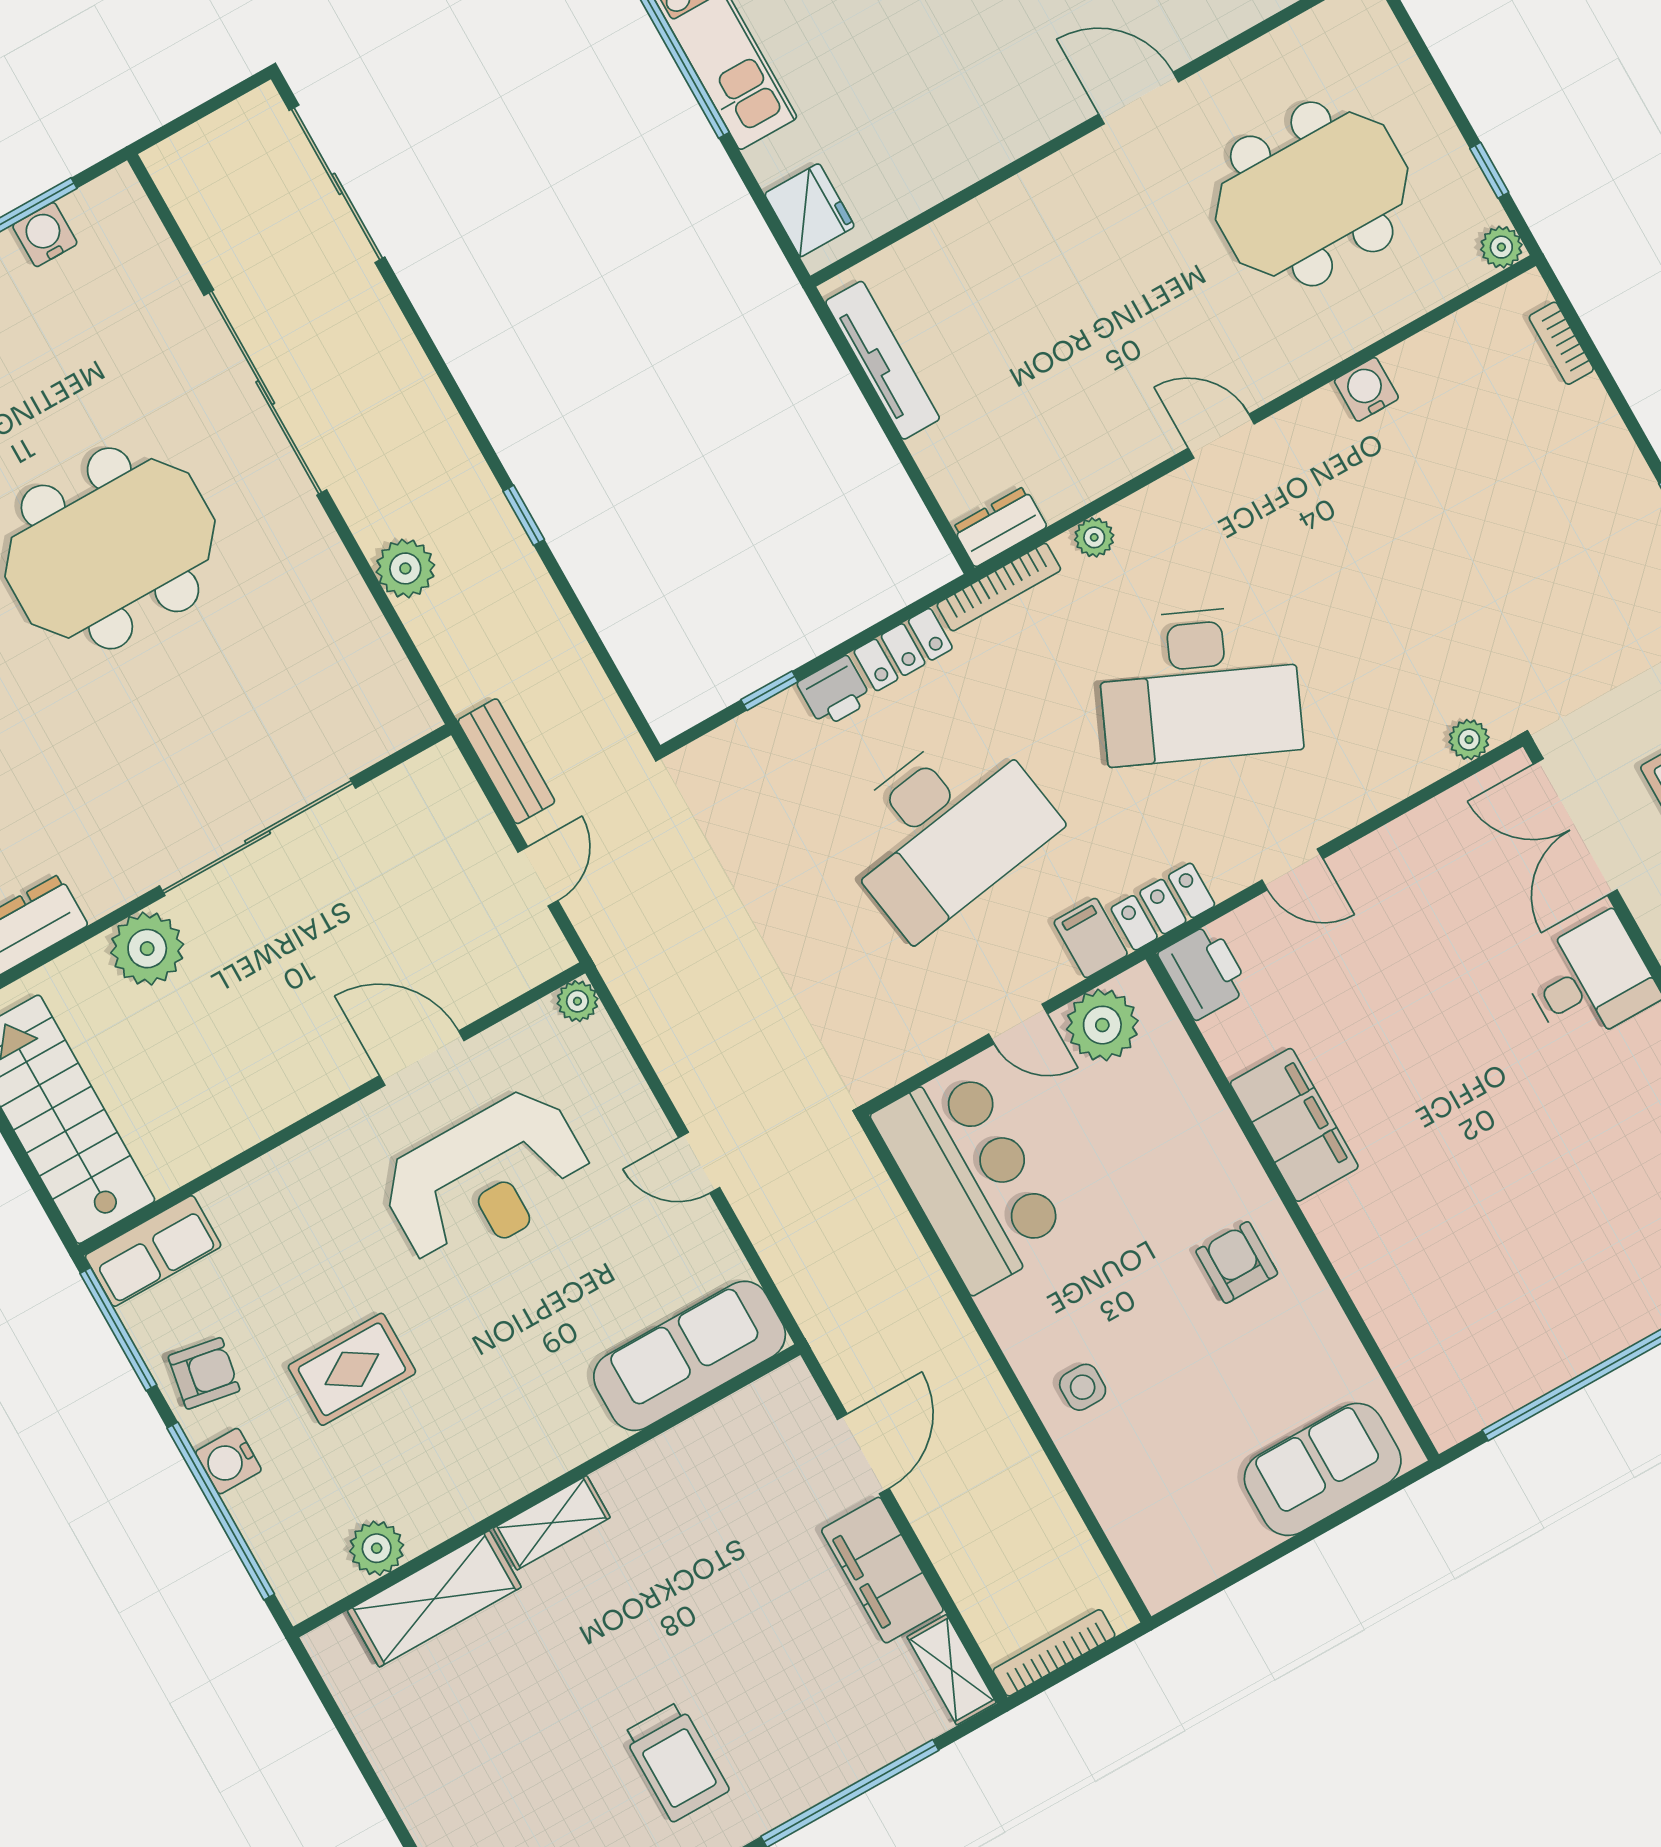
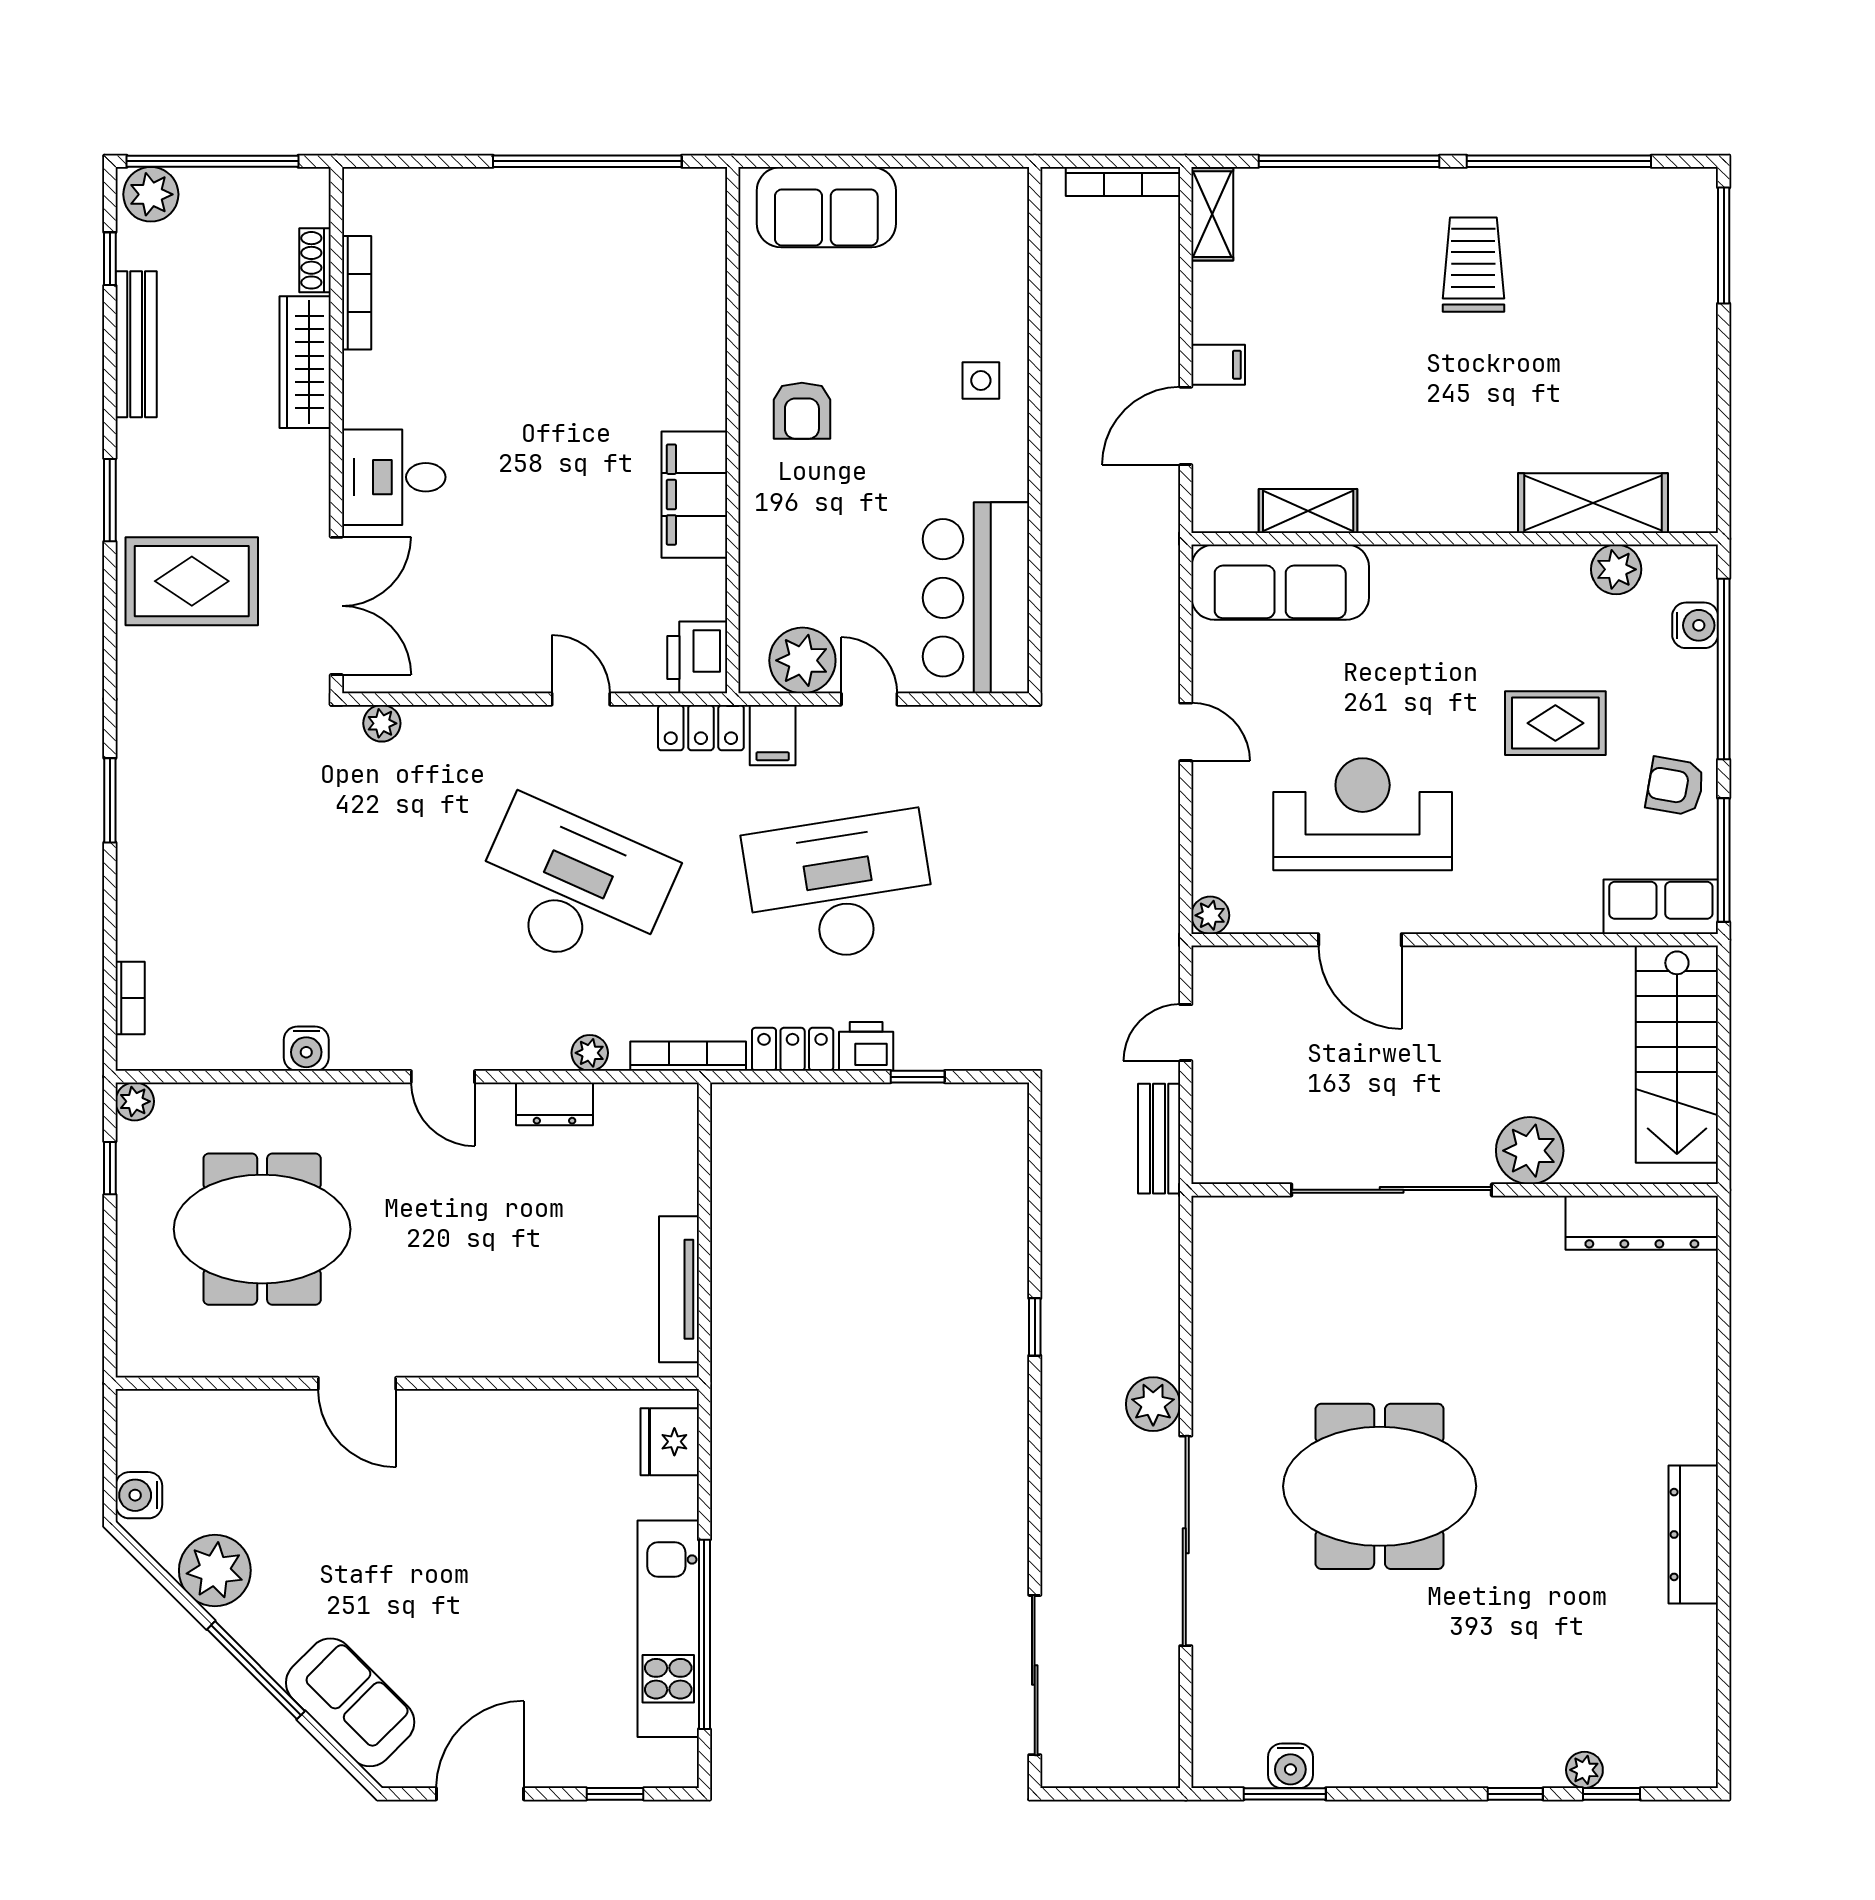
dresser: (1000, 527) -> (555, 1104), moved
plant: (405, 568) -> (1153, 1404), moved
water cooler: (228, 1461) -> (1695, 625), moved
shelving: (552, 1523) -> (1308, 511), moved
filing cabinet: (882, 1570) -> (1218, 365), width x0.33, depth x0.86

